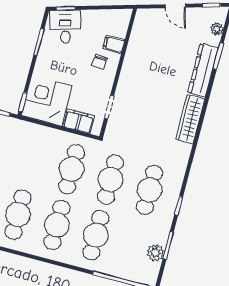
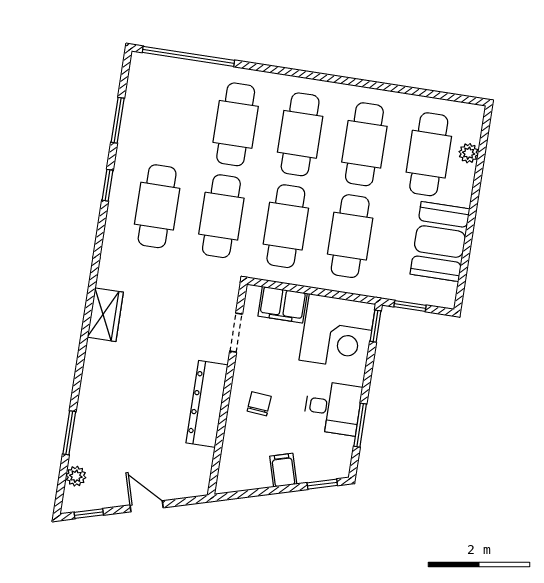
desk: (65, 27) -> (333, 408), moved, turned -74
filing cabinet: (114, 44) -> (283, 470), moved, turned -106
dresser: (203, 70) -> (207, 404), moved, turned 180
wardrobe: (190, 119) -> (105, 315), width x0.67
cafe table: (33, 159) -> (350, 236), added
plant: (155, 253) -> (137, 106), removed

